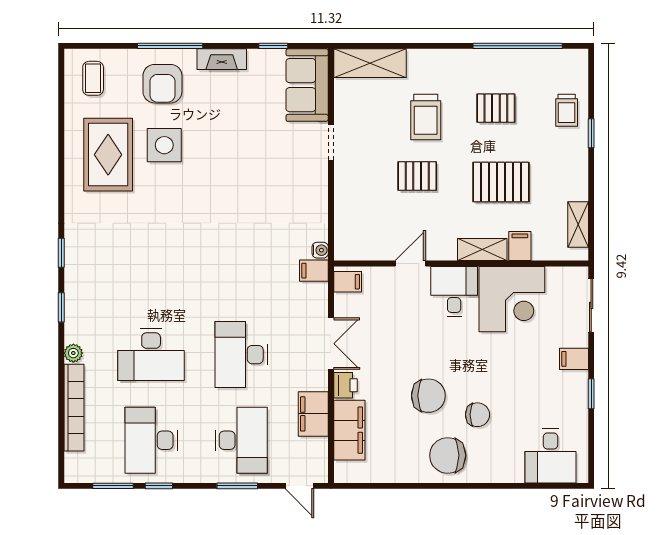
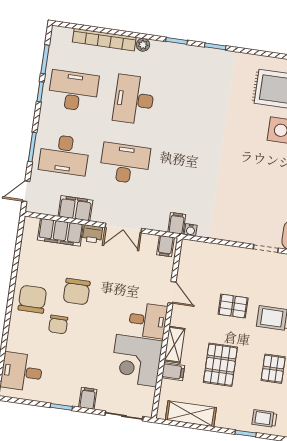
pallet: (417, 176) -> (233, 306), turned 90
shelving: (578, 225) -> (191, 414), width x1.50, depth x1.33

